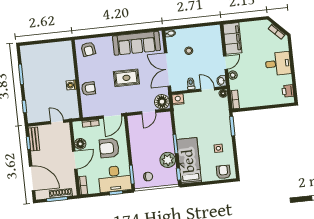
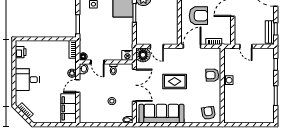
door: (149, 112) -> (157, 46), swing flipped
floor lamp: (80, 144) -> (226, 23), removed

